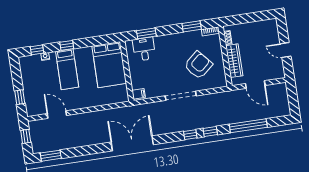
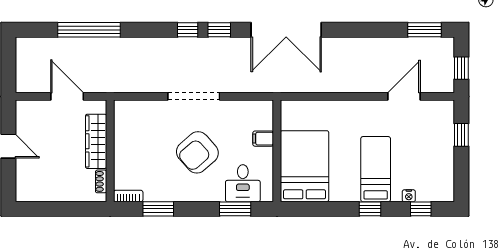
armchair: (198, 65) -> (197, 152), moved
filing cabinet: (139, 94) -> (263, 139), moved
door: (57, 115) -> (404, 96), swing flipped
window: (210, 132) -> (219, 30), moved

